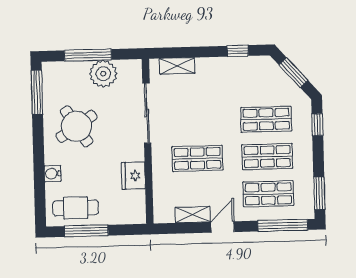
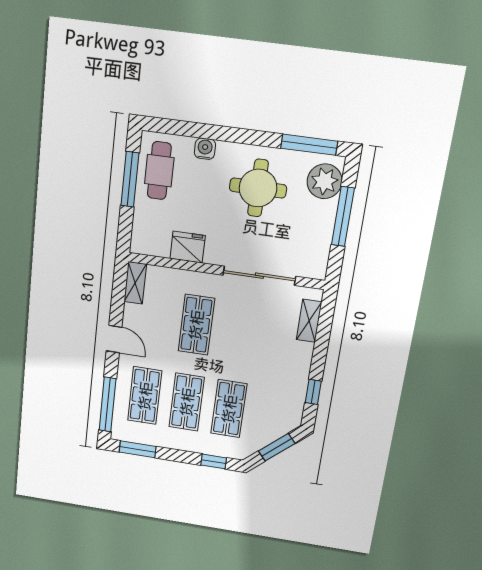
plant: (103, 74) -> (325, 181), moved
round table: (77, 126) -> (258, 188), turned 33
shelving: (193, 215) -> (135, 283), moved

